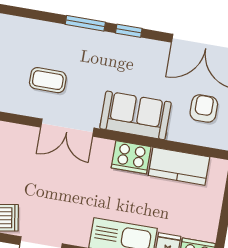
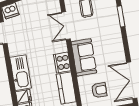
window: (129, 31) -> (125, 39), removed

